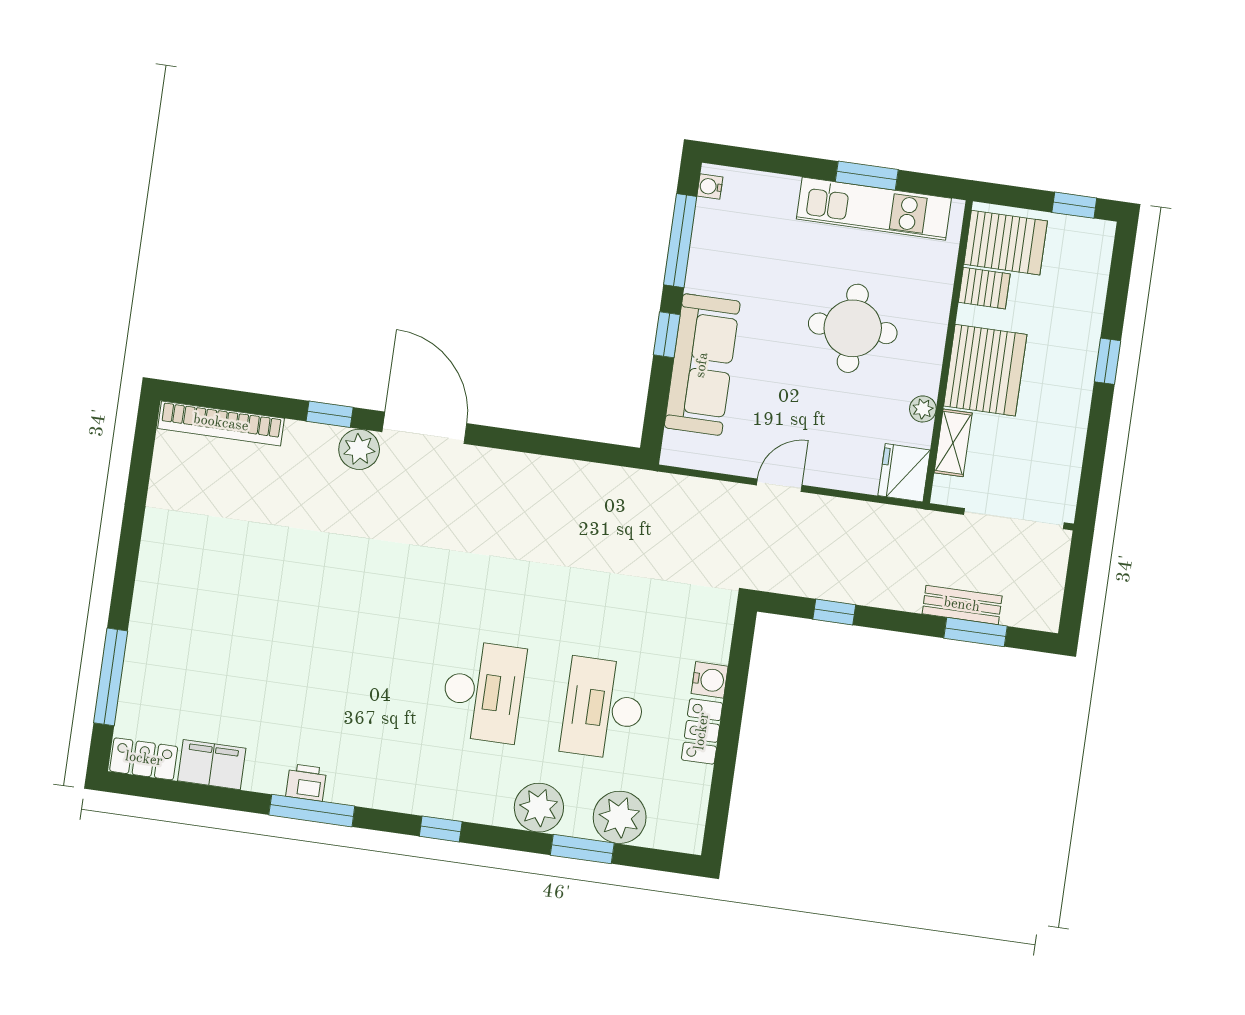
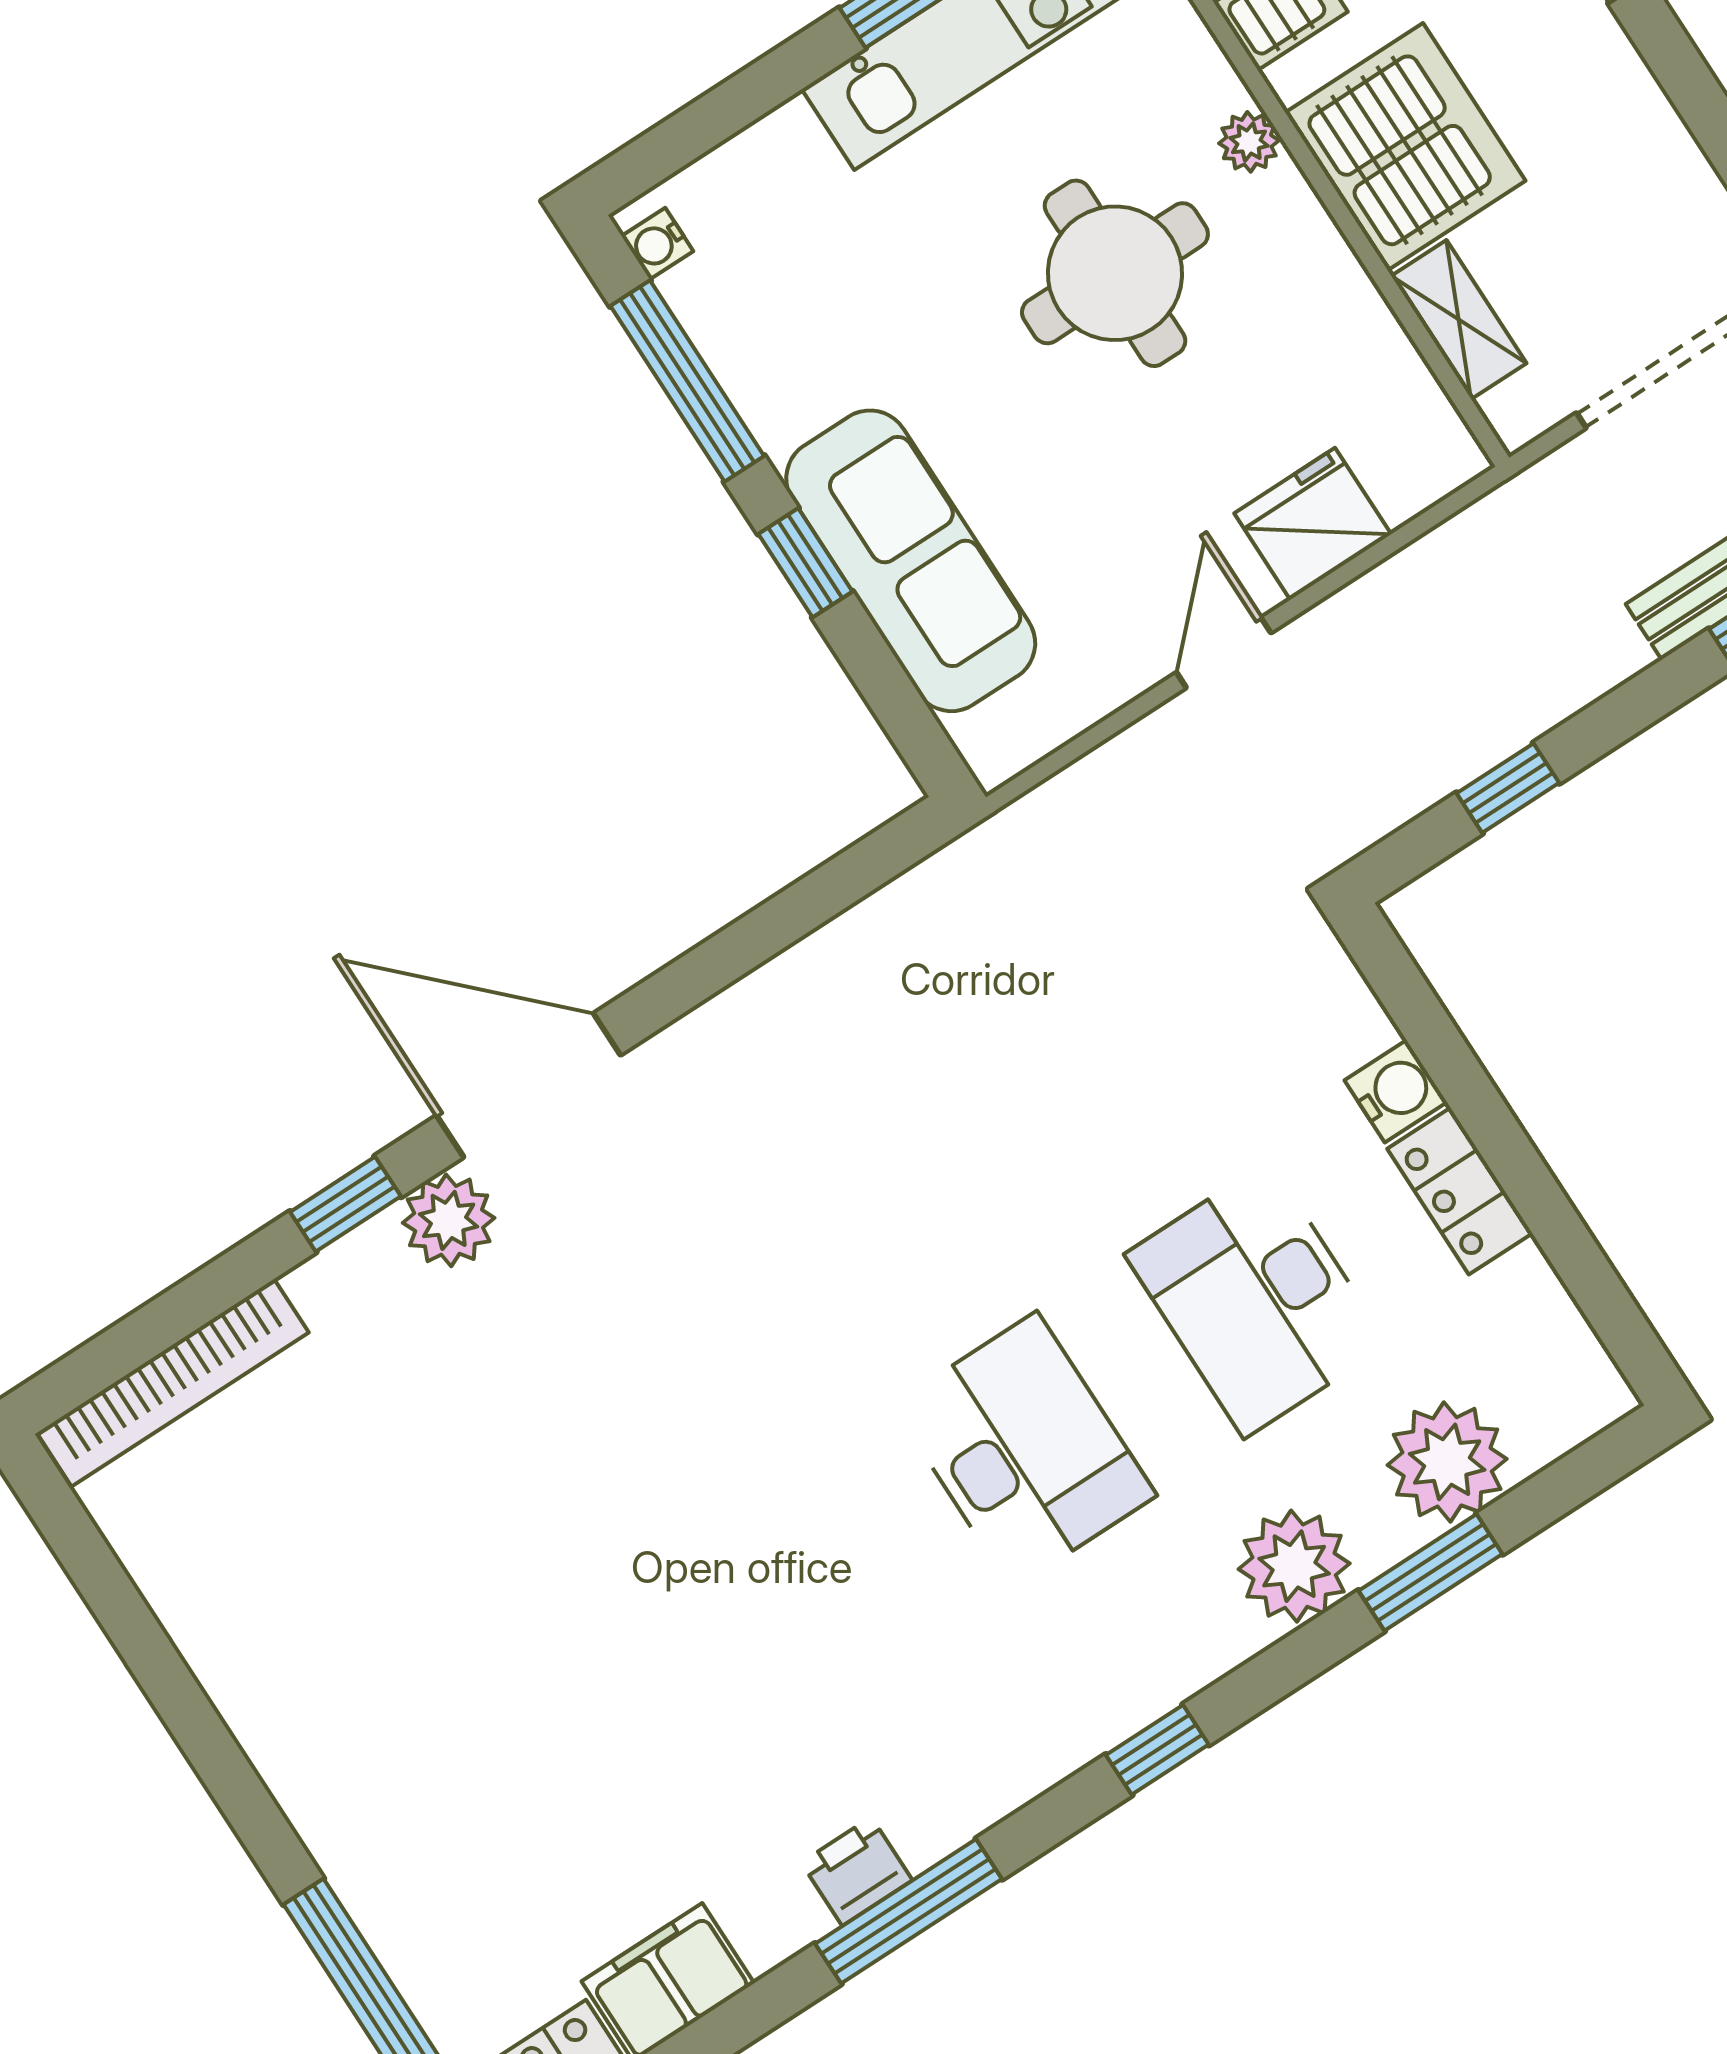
plant: (923, 409) -> (1249, 142), moved
fridge: (904, 473) -> (1313, 524), moved, turned 90

